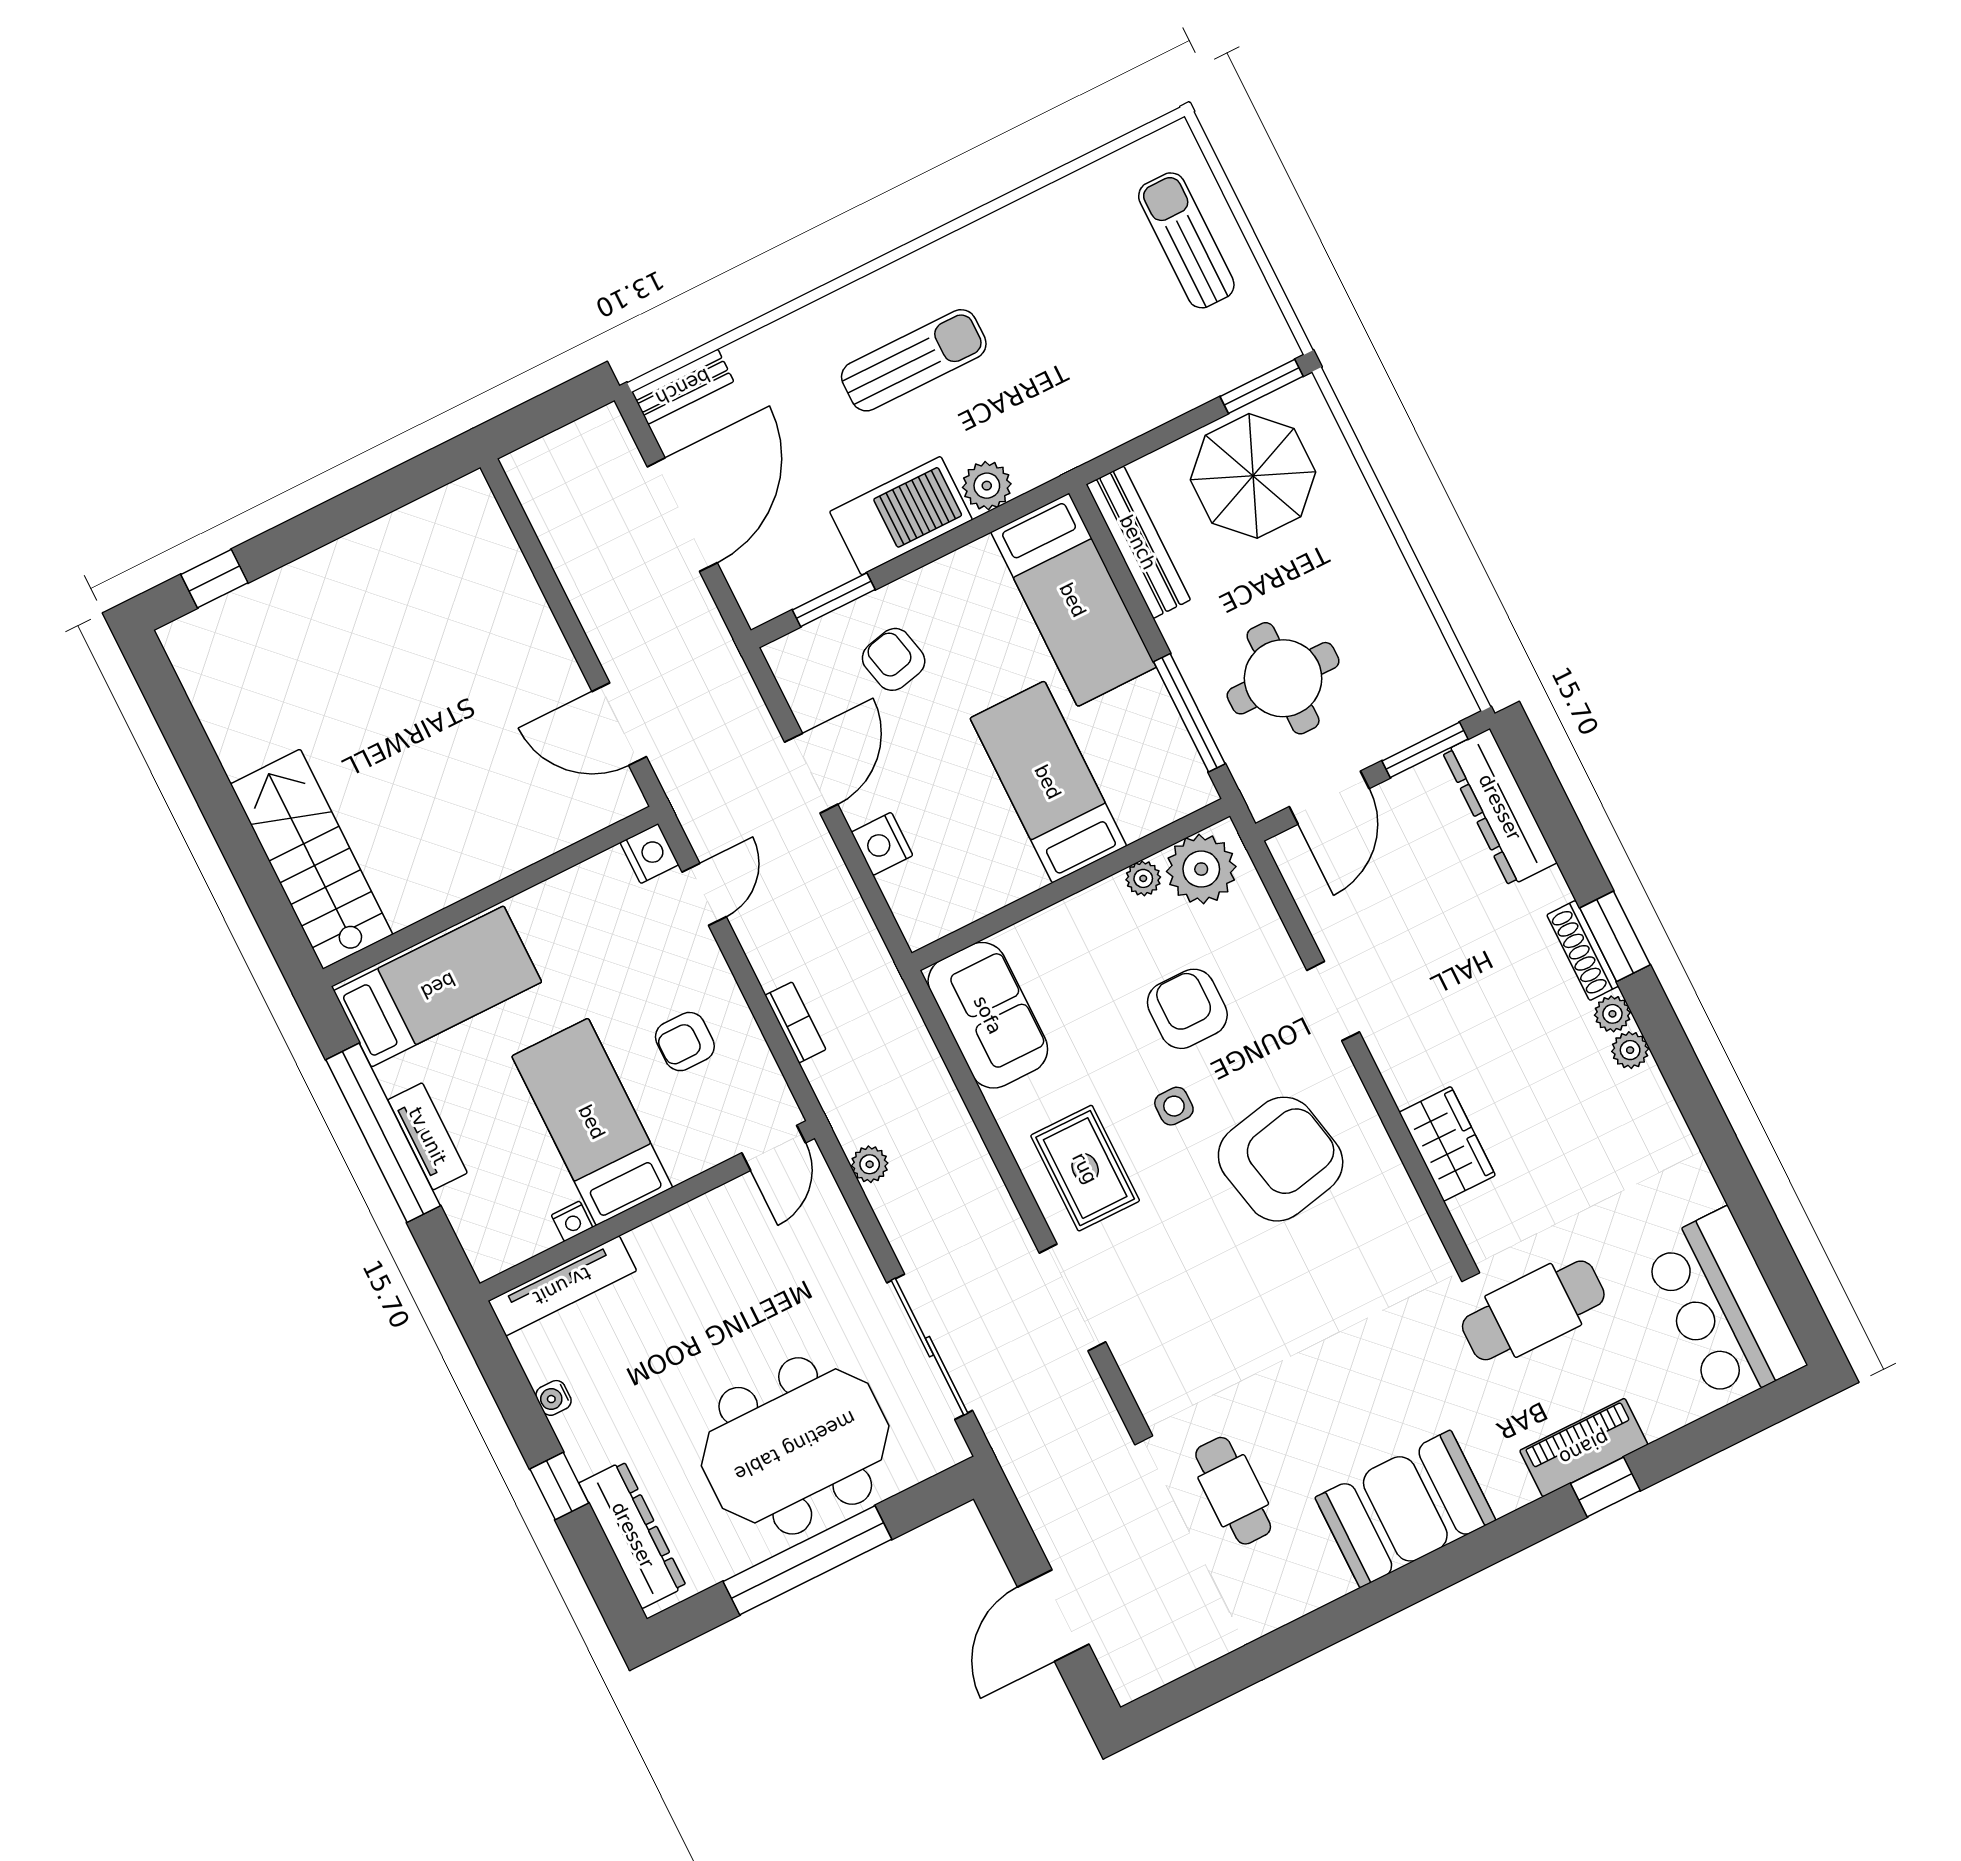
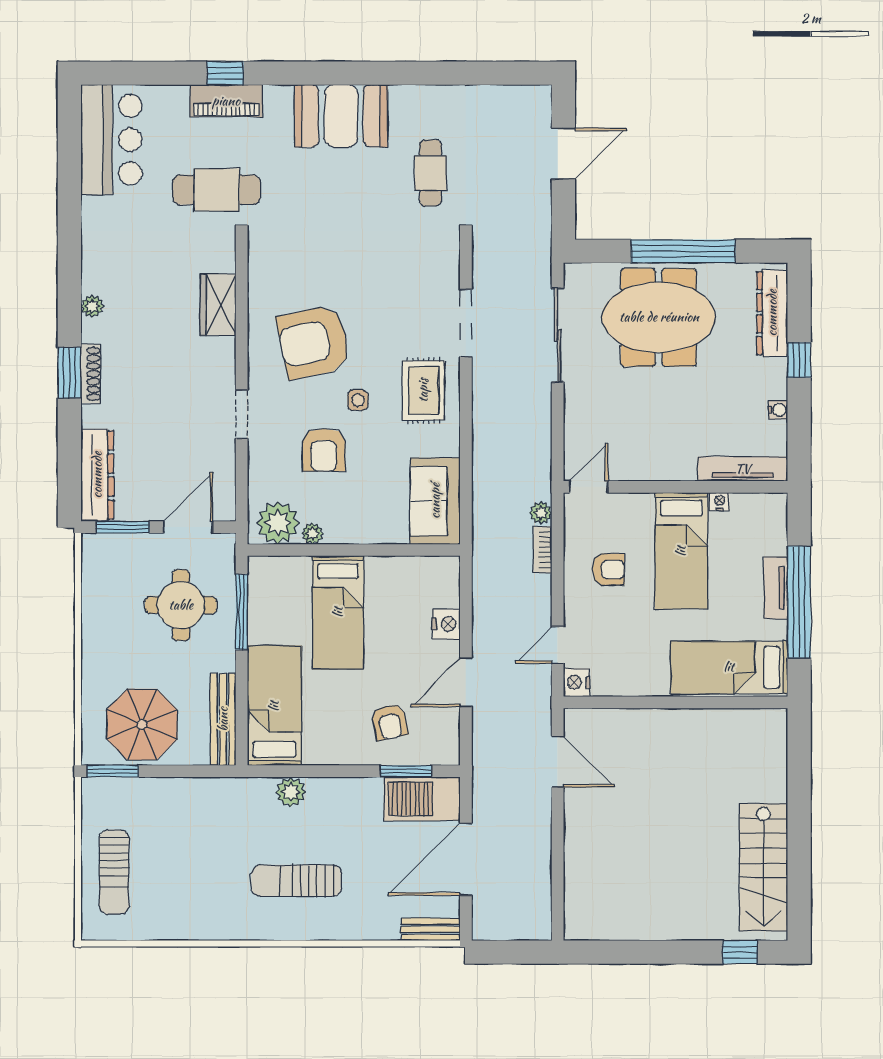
barbecue: (901, 516) -> (422, 799), moved
stairs: (311, 859) -> (764, 867), moved
plant: (1612, 1014) -> (92, 331), removed
plant: (870, 1164) -> (541, 513), moved

